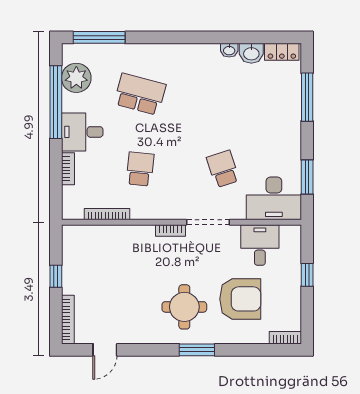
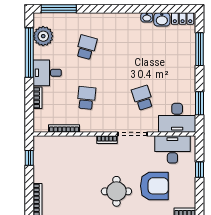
school desk: (140, 94) -> (86, 47), width x0.54
desk: (260, 245) -> (172, 149), width x1.37
window: (56, 276) -> (29, 158), moved

